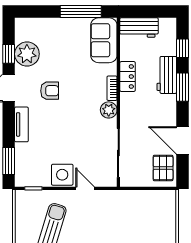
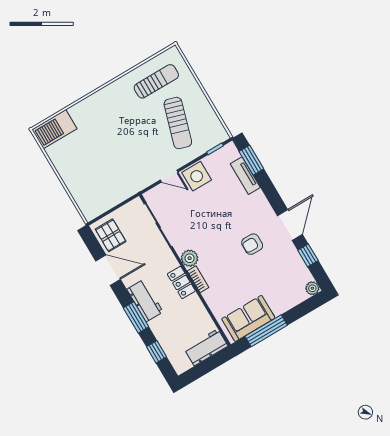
sofa: (104, 40) -> (248, 318), moved, turned -90
plant: (27, 54) -> (312, 288), moved, width x0.53, depth x0.53
workbench: (167, 75) -> (145, 301), moved
locker: (128, 77) -> (181, 282), moved
tv unit: (21, 124) -> (245, 176), moved

